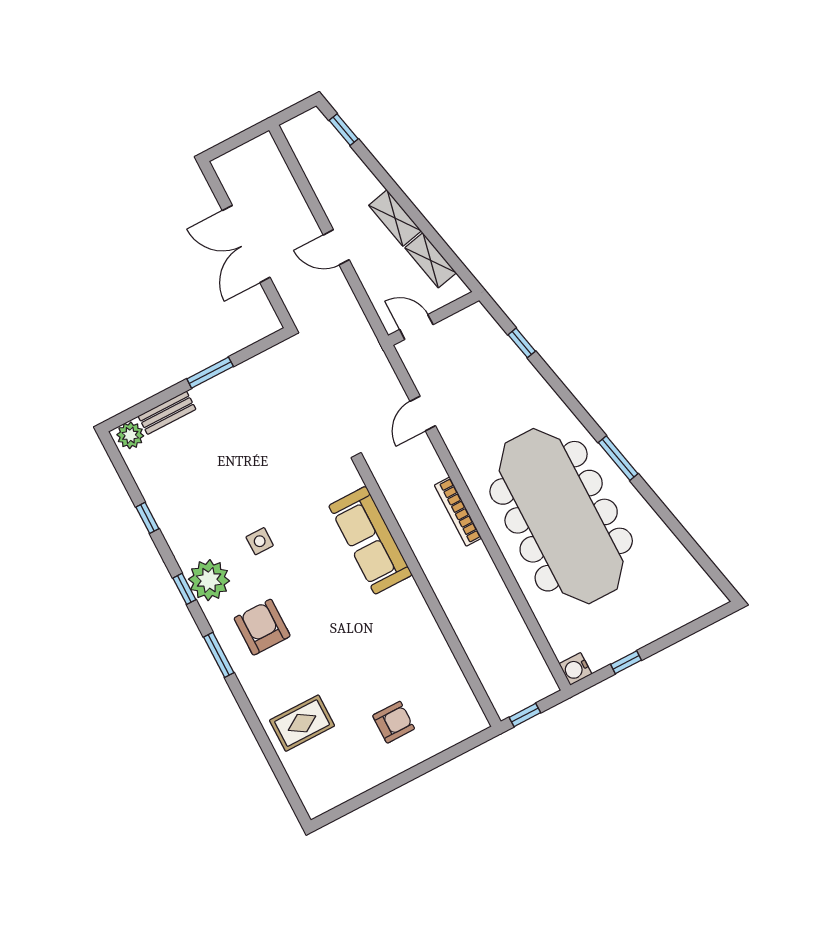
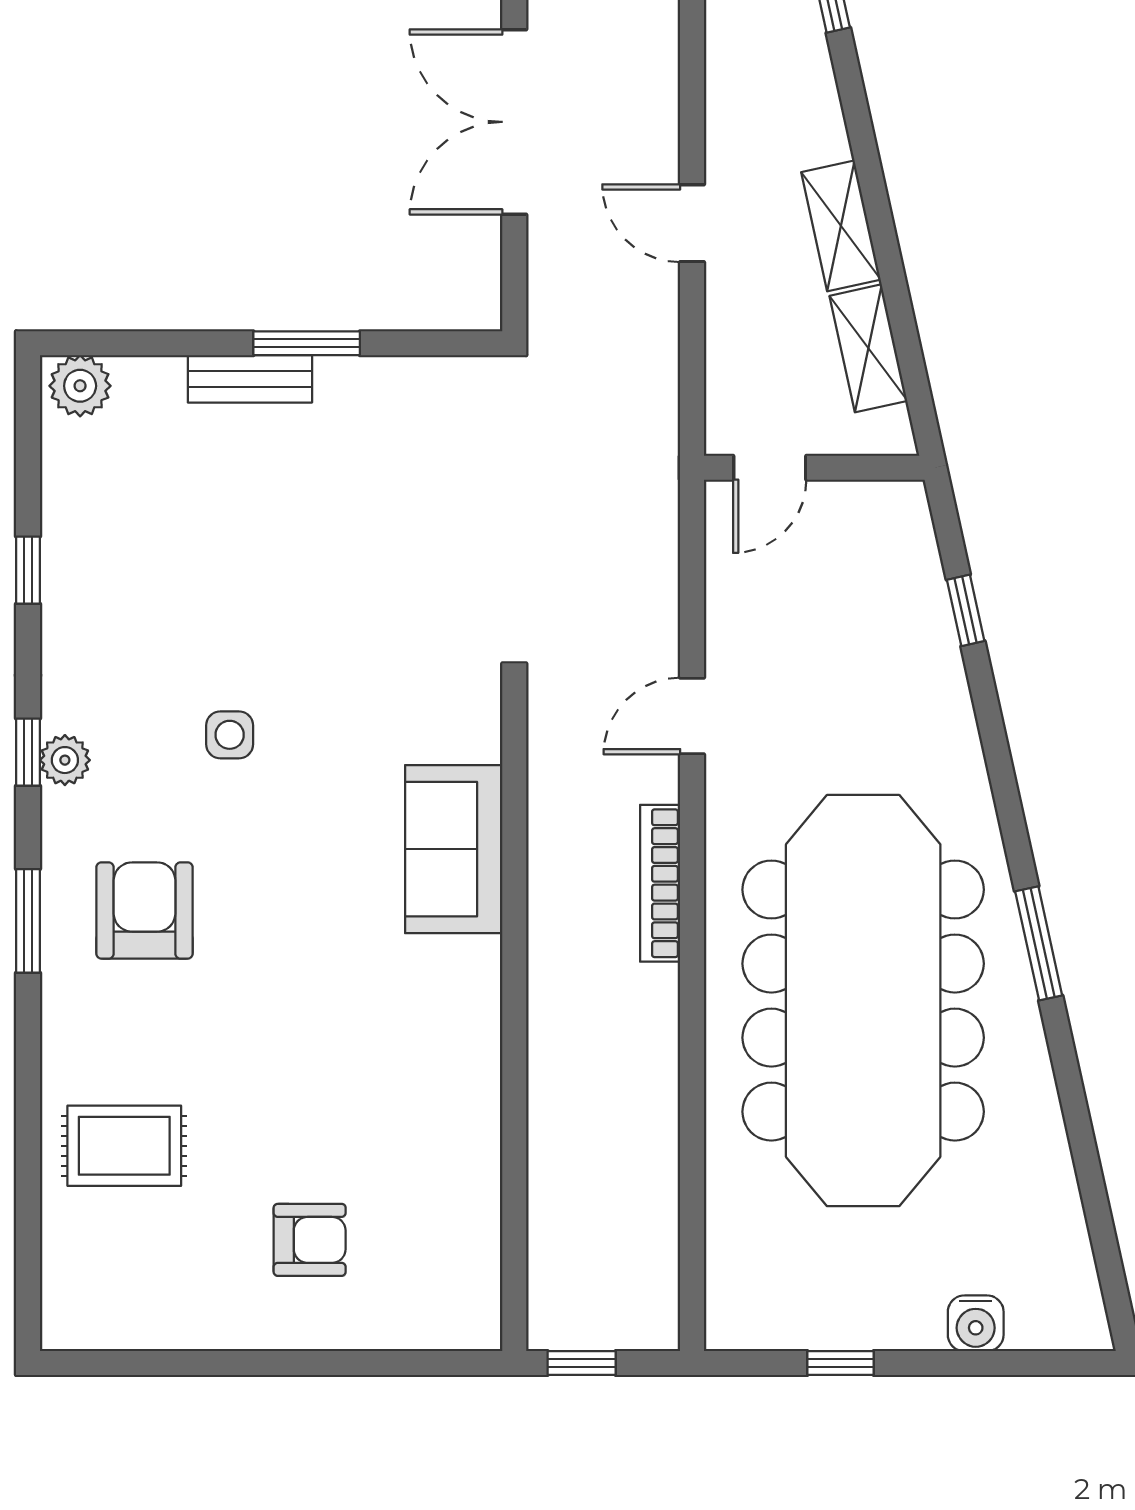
door: (416, 327) -> (770, 468), swing flipped
bench: (167, 413) -> (250, 379), moved
door: (423, 413) -> (692, 716), moved
sofa: (370, 540) -> (454, 849), width x0.73
plant: (209, 580) -> (65, 760), width x0.53, depth x0.53
water cooler: (575, 669) -> (976, 1323), moved, turned -90

